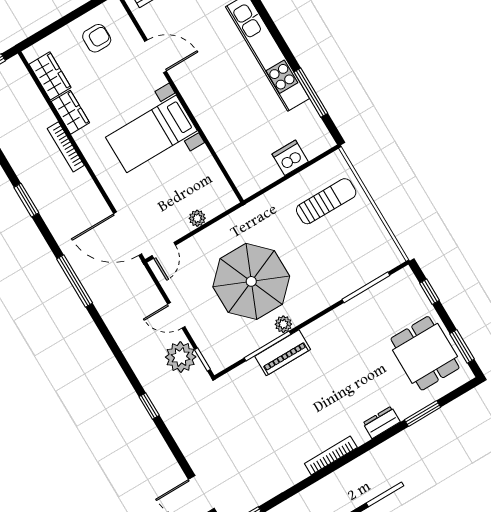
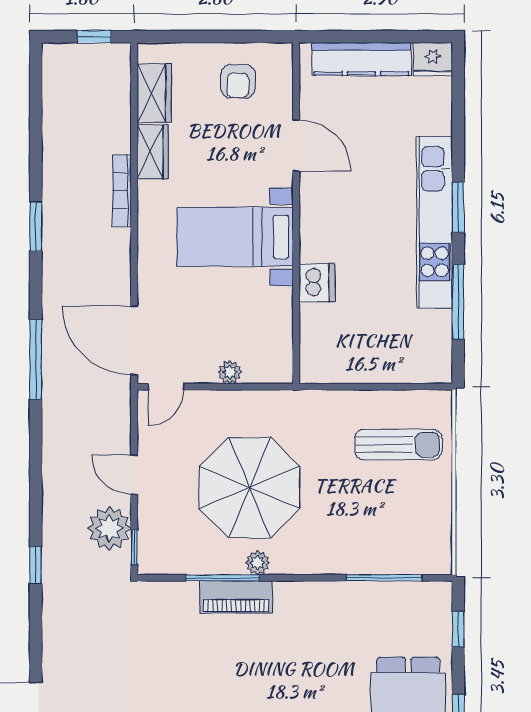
window: (276, 35) -> (458, 207), added
armchair: (97, 38) -> (238, 81), turned 91
dishwasher: (290, 158) -> (317, 283), moved, turned 90

